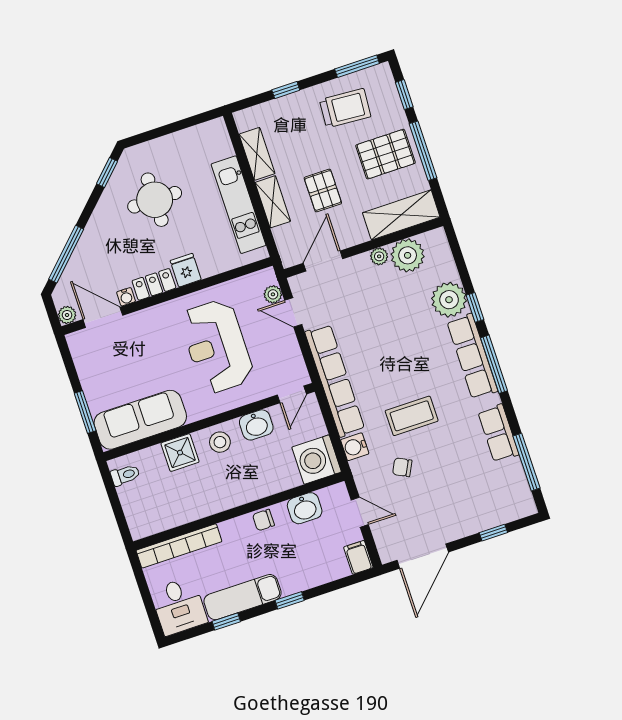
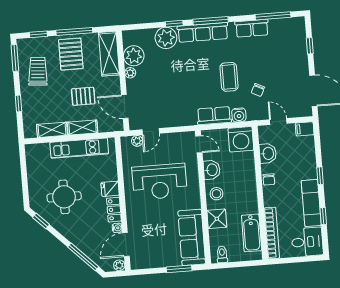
row of seats: (335, 381) -> (214, 116), width x0.50
door: (360, 512) -> (278, 122), hinge flipped
bathtub: (171, 514) -> (252, 233), added

